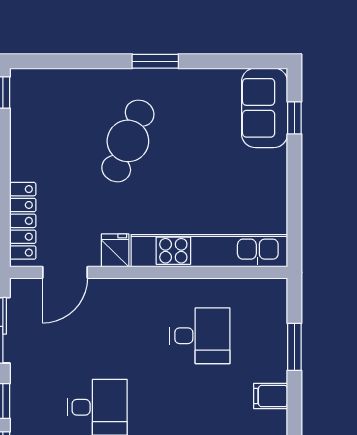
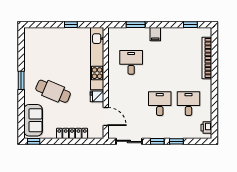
sofa: (265, 108) -> (33, 120), moved, turned -90
window: (294, 118) -> (71, 25), moved
locker: (23, 221) -> (72, 133), moved

